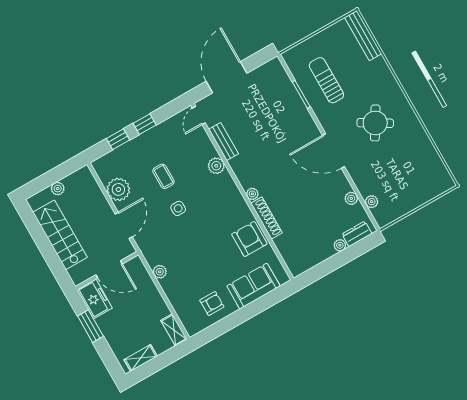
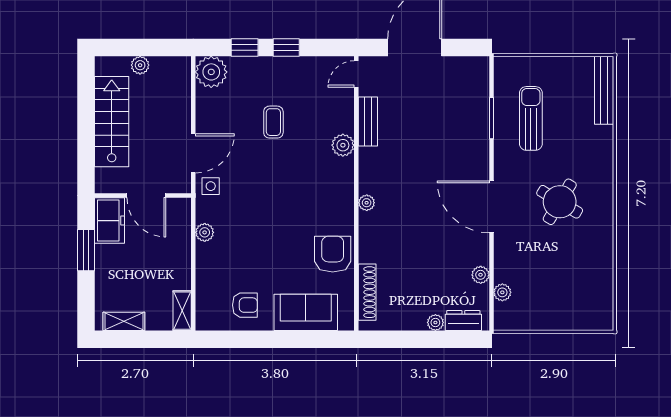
plant: (118, 189) -> (211, 72), moved
side table: (178, 208) -> (211, 186), moved
shoe rack: (267, 218) -> (367, 292), moved

